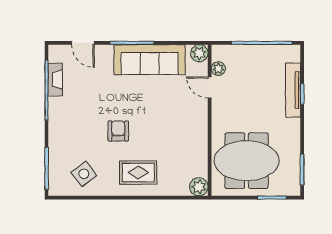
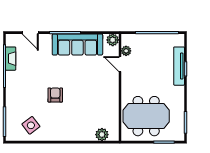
rug: (138, 173) -> (69, 124), removed
plant: (199, 187) -> (102, 135), moved

